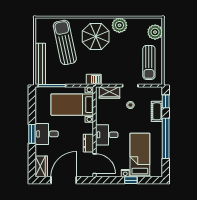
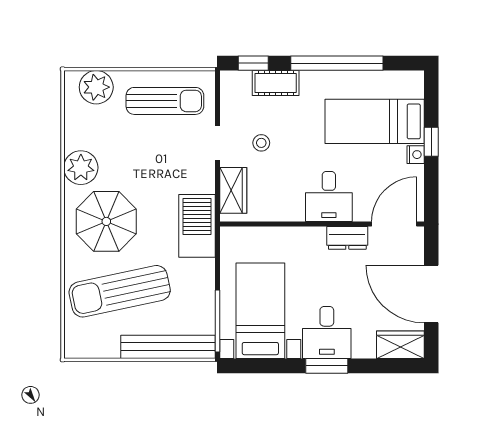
barbecue: (94, 79) -> (197, 226), width x1.88, depth x1.53
bed with nightstands: (72, 105) -> (260, 311), moved, turned 180

